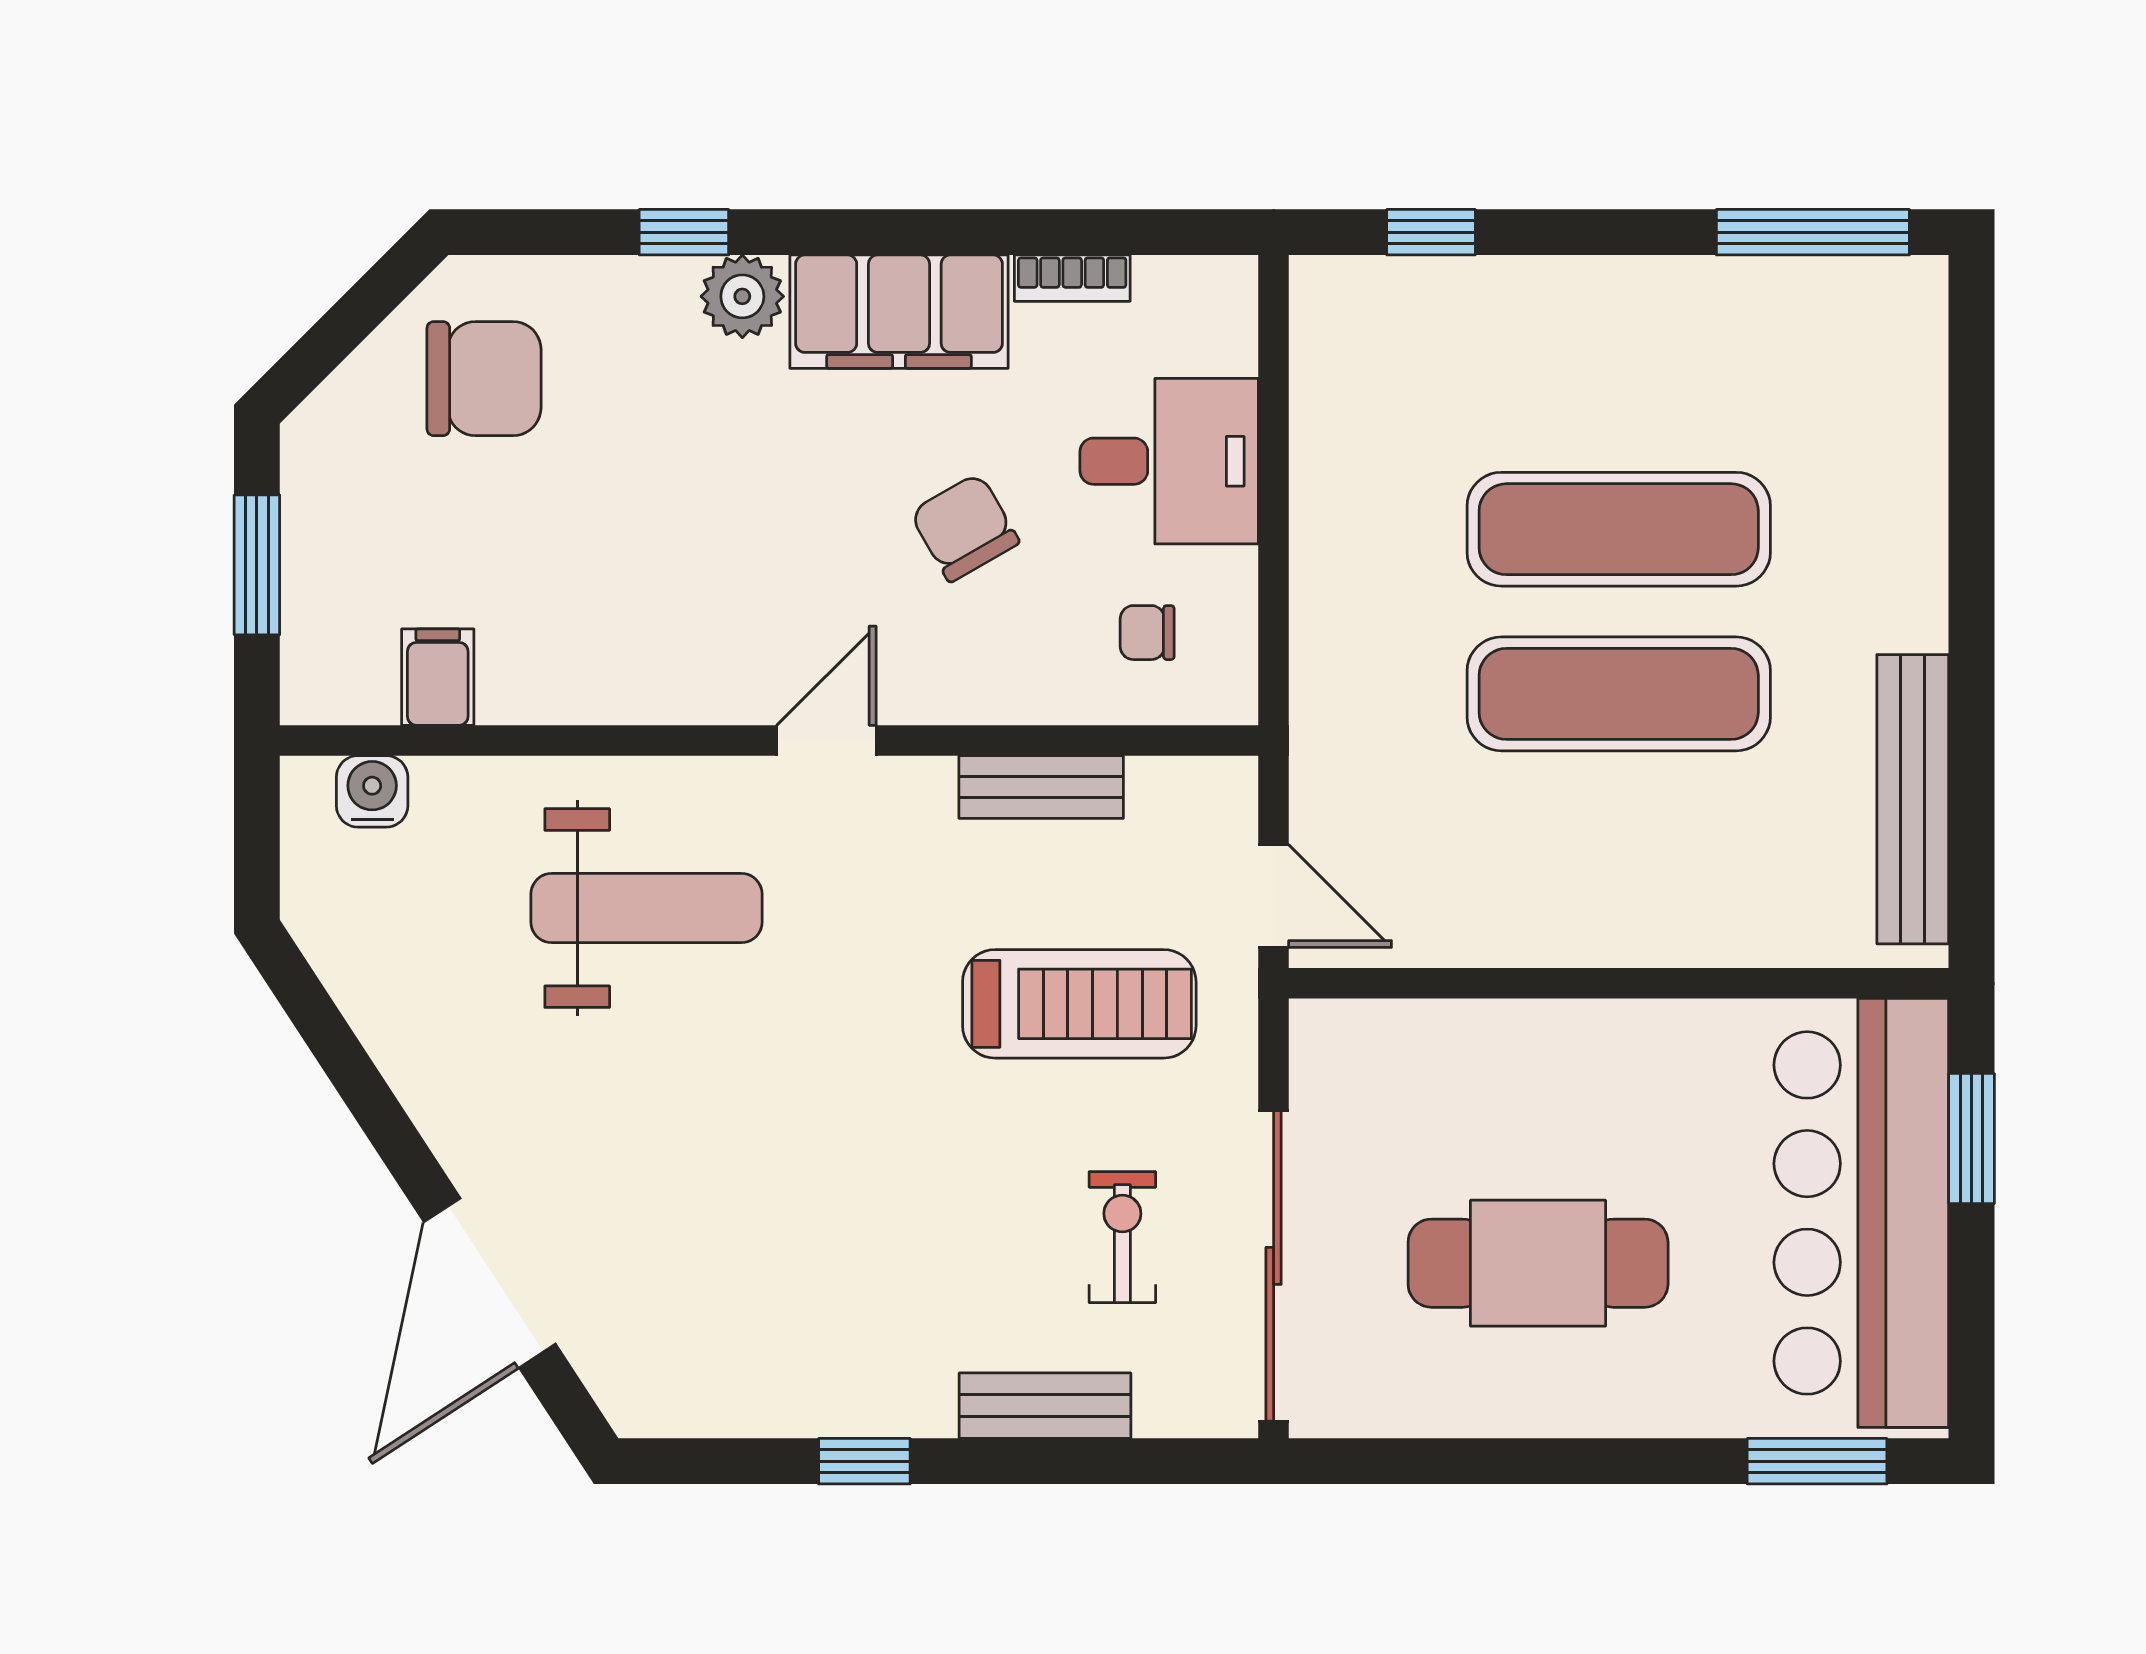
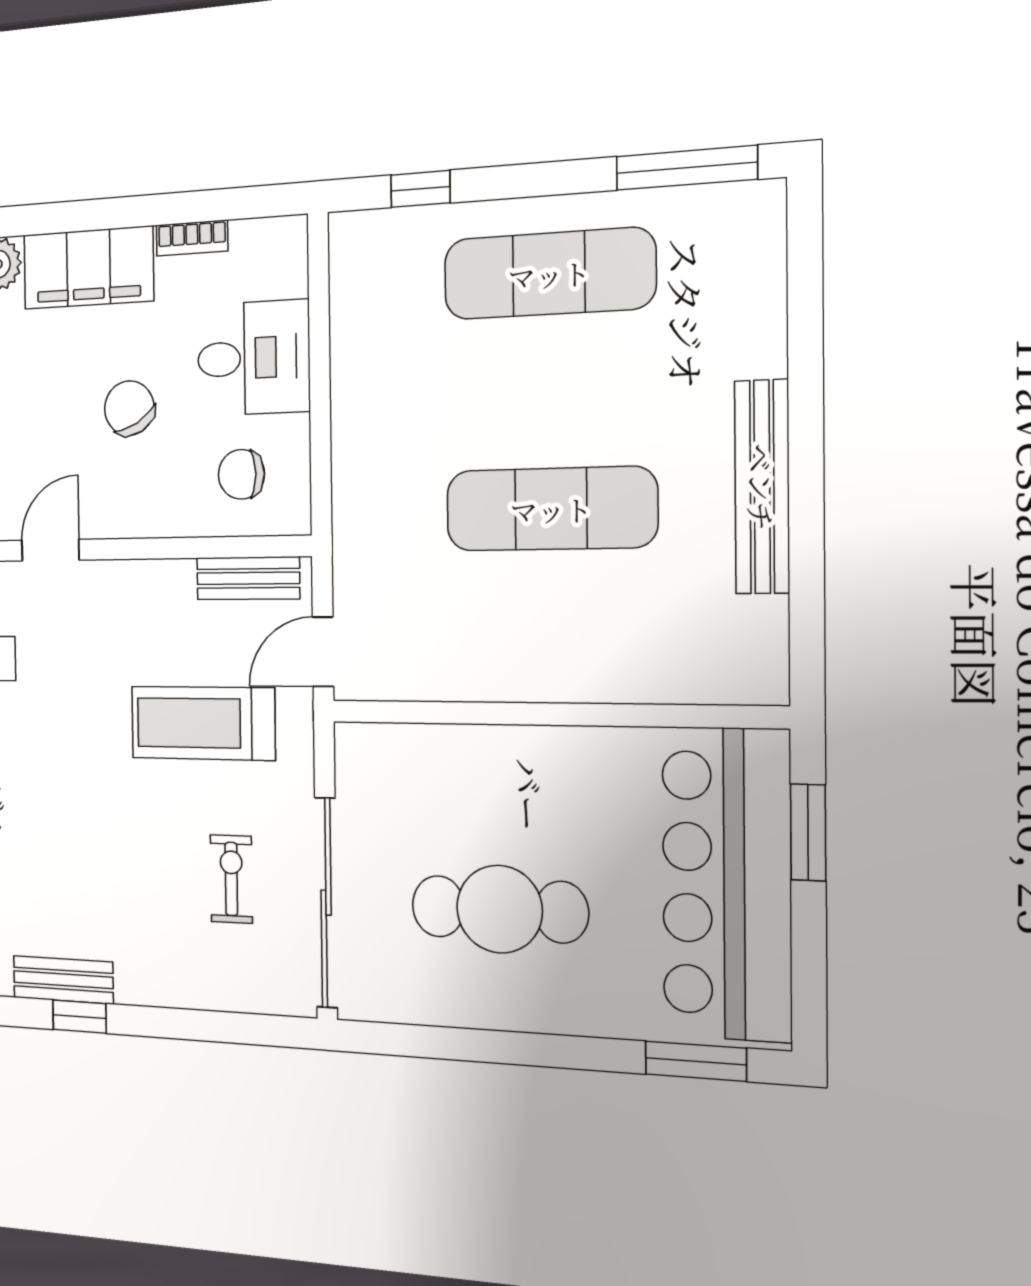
exercise mat: (1619, 529) -> (549, 274), moved
chair: (1147, 633) -> (241, 474), width x1.37, depth x1.37
bench: (1041, 787) -> (248, 578), moved
bench: (1913, 799) -> (762, 487), moved
door: (1274, 896) -> (323, 652), swing flipped
treadmill: (1079, 1004) -> (203, 723), turned 180
bench: (1045, 1406) -> (63, 980), moved

